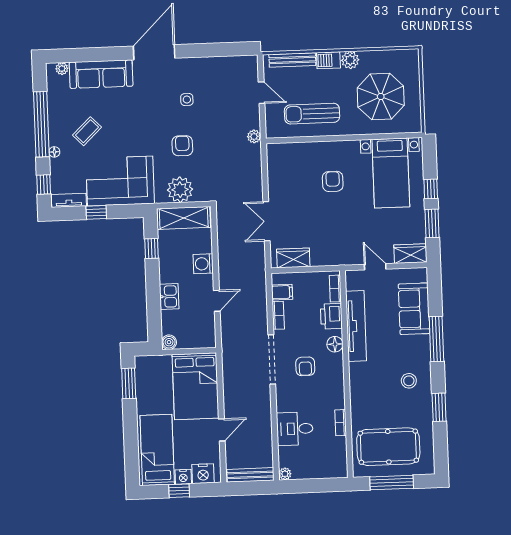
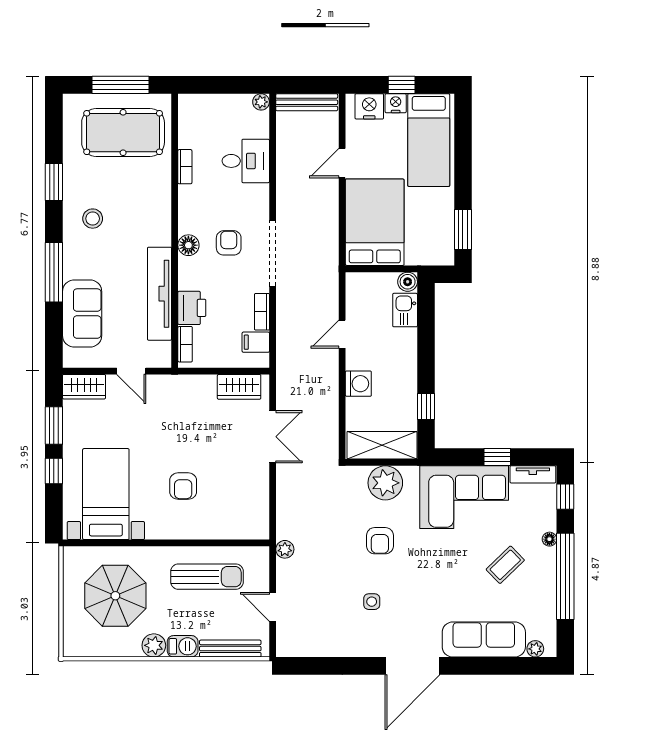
kitchen sink: (169, 296) -> (405, 310), moved
floor lamp: (335, 344) -> (188, 245), moved

